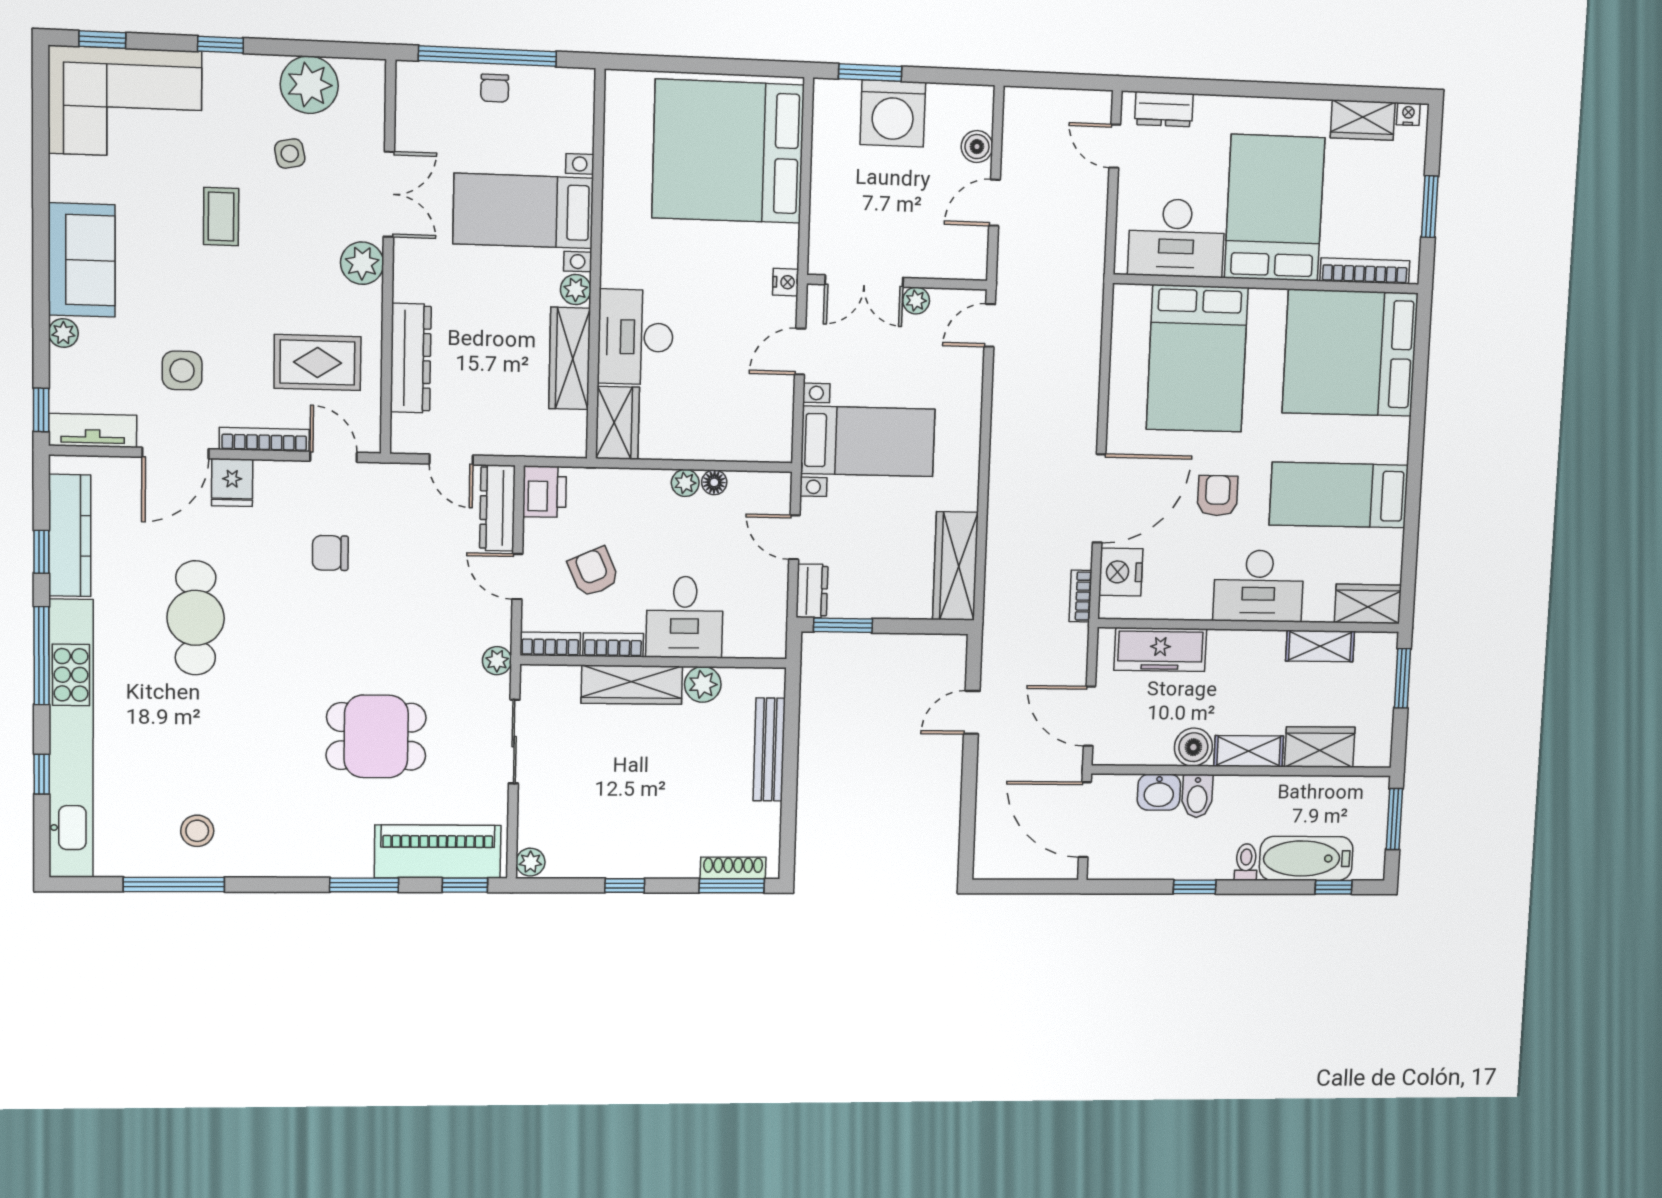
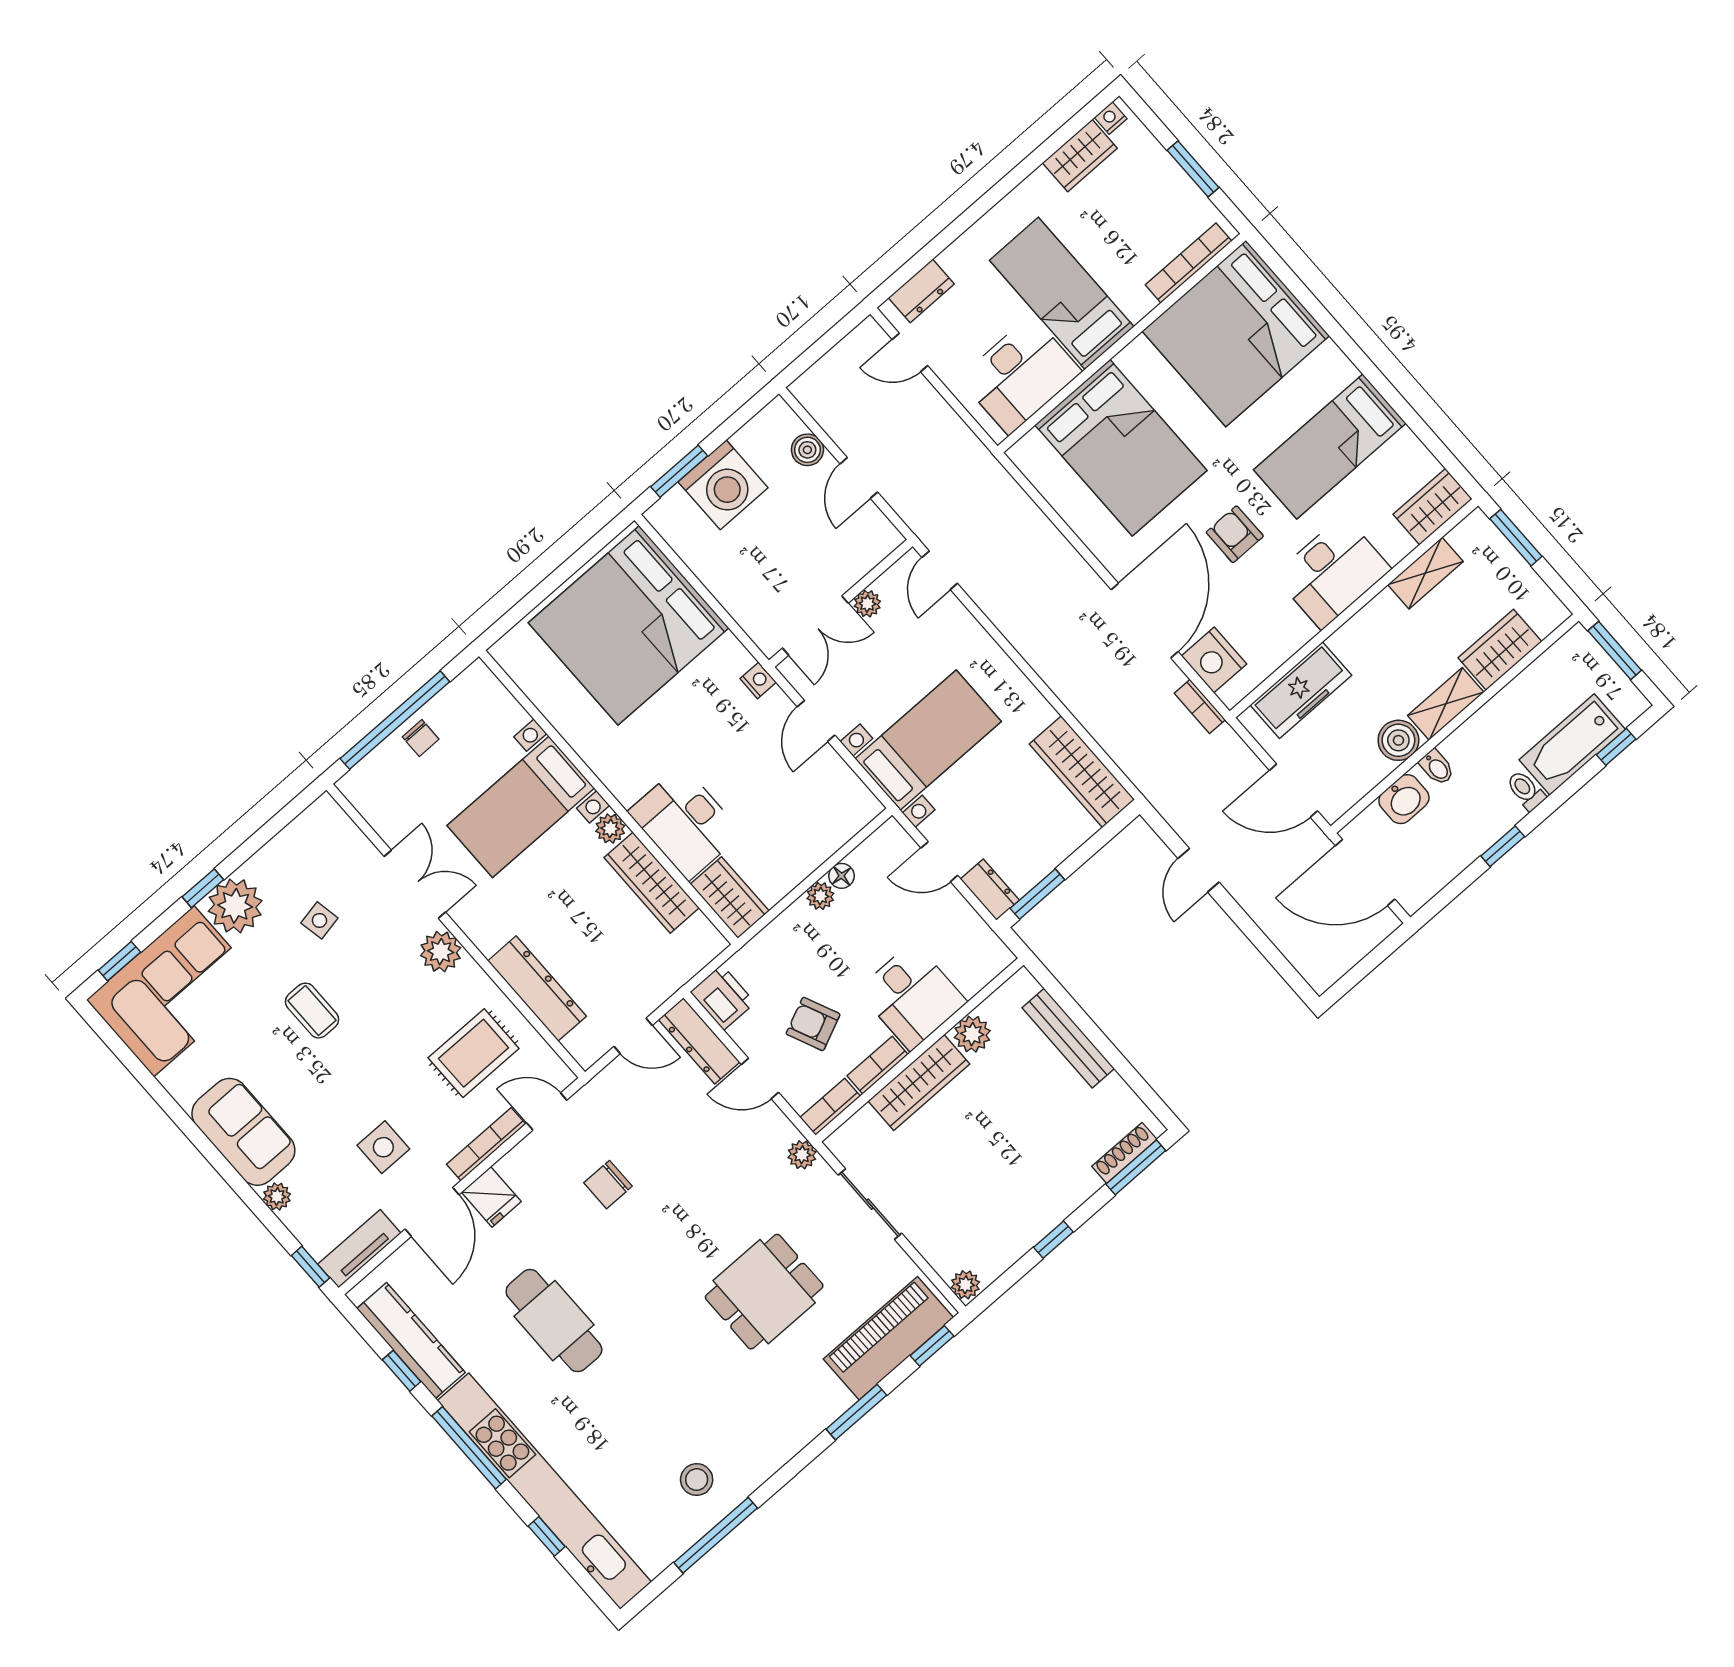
plant: (309, 85) -> (235, 906), moved
bed: (1275, 208) -> (1062, 293), width x0.67
bidet: (1197, 796) -> (1437, 767), width x0.72, depth x0.74

